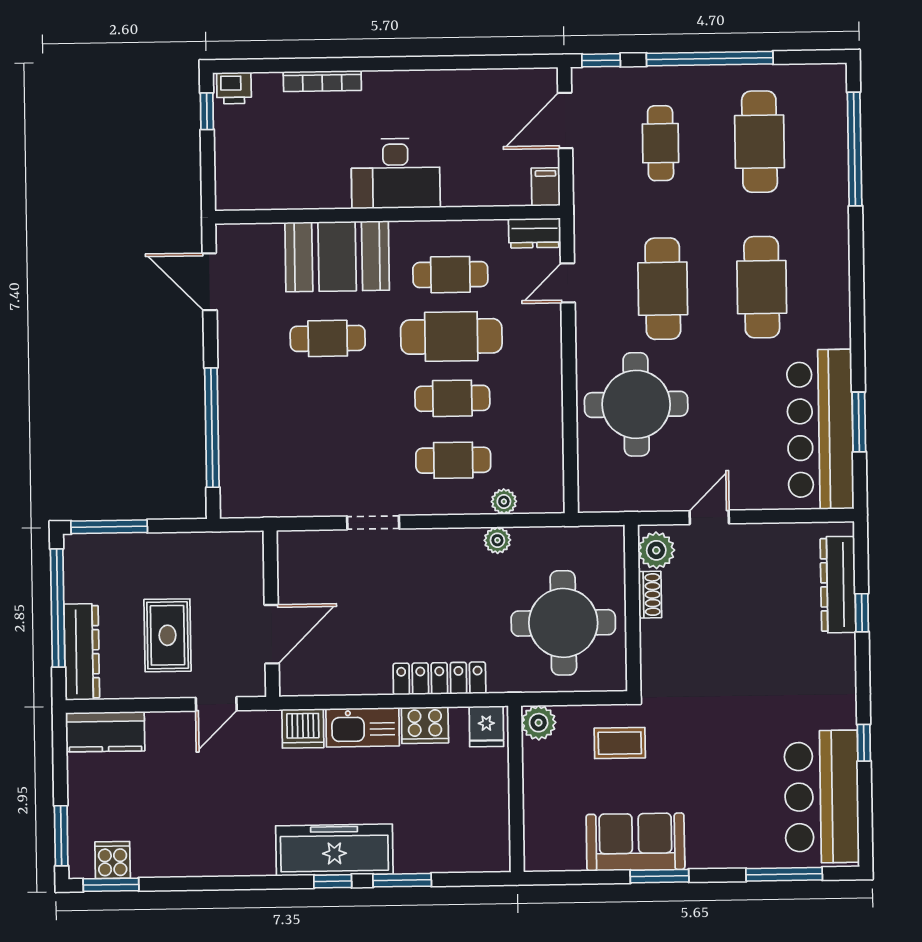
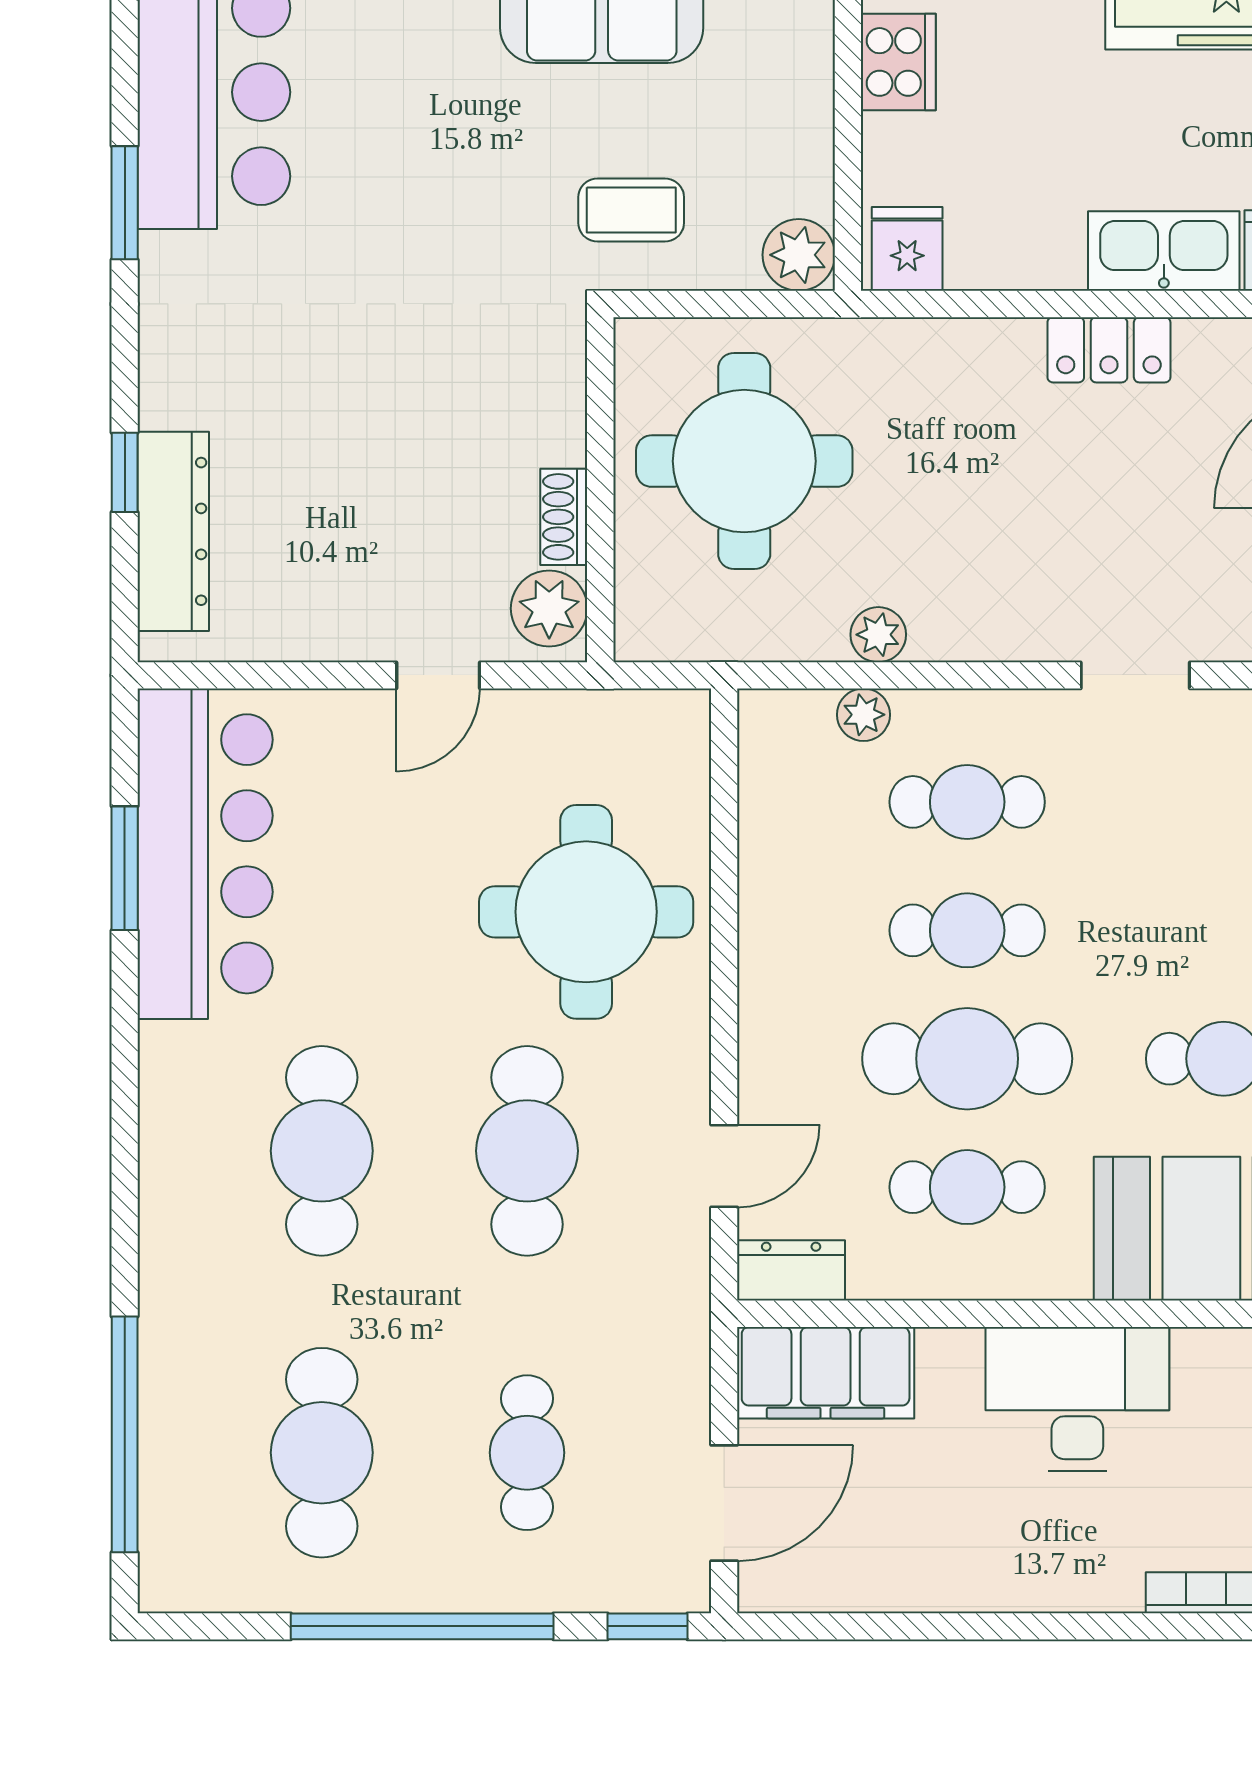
filing cabinet: (546, 187) -> (826, 1373), width x3.00, depth x1.17
locker: (439, 678) -> (1109, 350), moved, width x0.66
cooker: (425, 725) -> (898, 62), moved, turned 90
window: (864, 743) -> (125, 203), width x1.50

